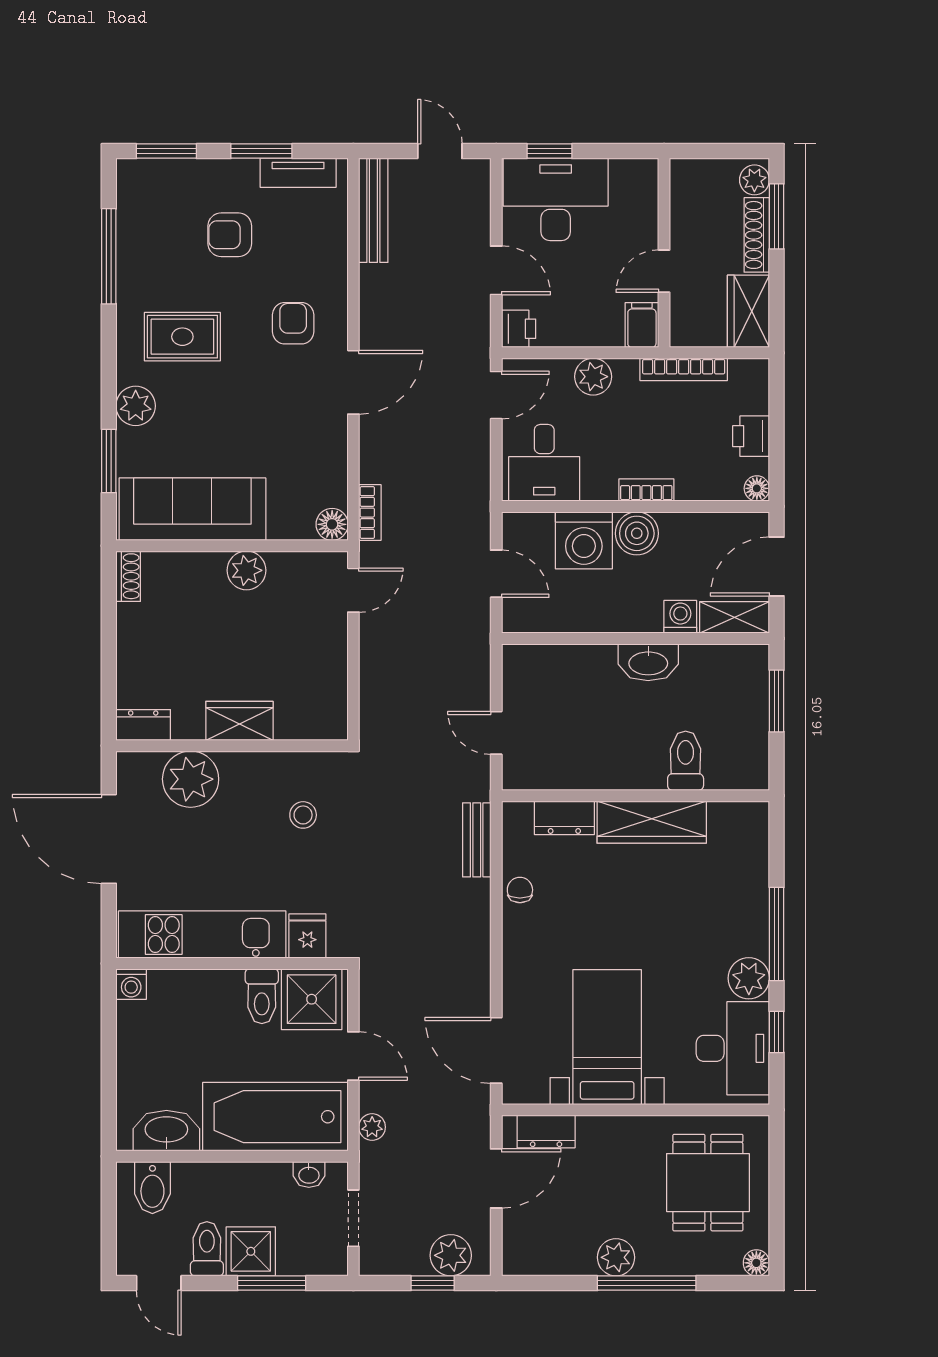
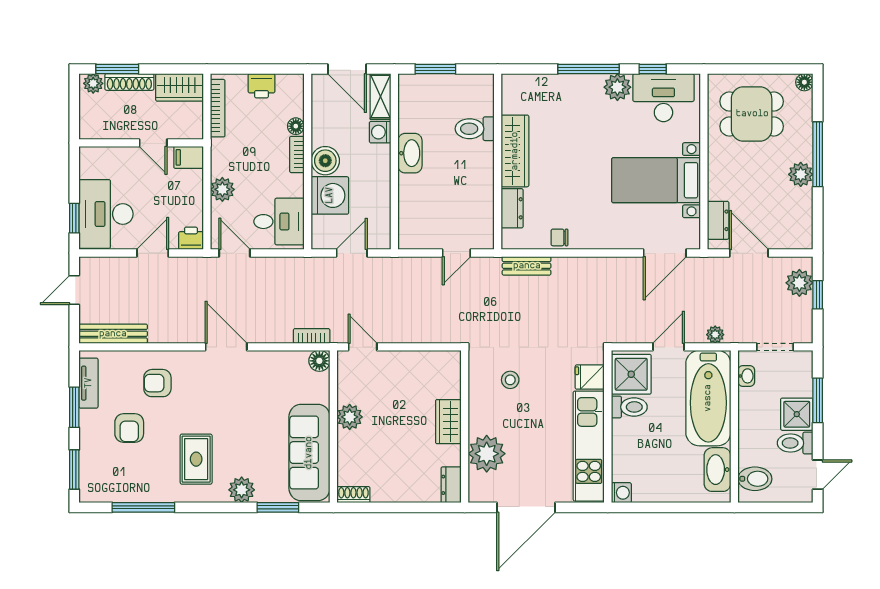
armchair: (293, 323) -> (157, 383), moved
bookcase: (684, 369) -> (218, 108), moved
floor lamp: (757, 488) -> (296, 126), moved

